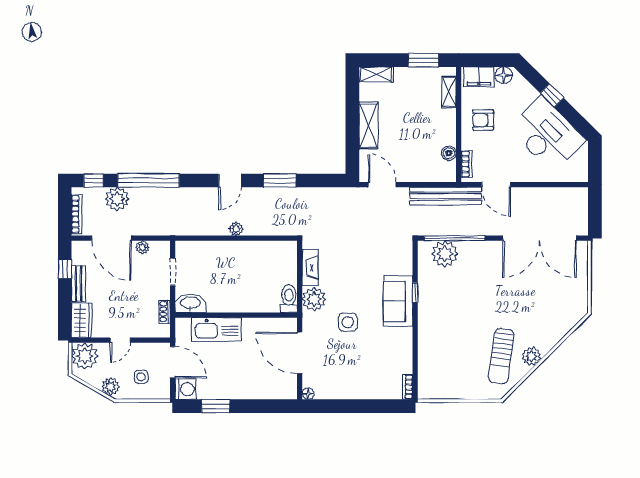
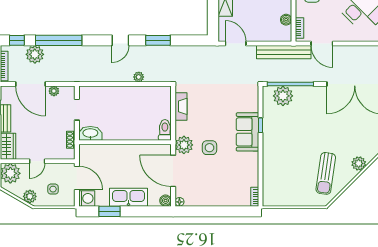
plant: (236, 229) -> (139, 77), moved
plant: (314, 299) -> (184, 145), moved
kitchen sink: (216, 330) -> (129, 197), moved, turned 180
plant: (532, 356) -> (359, 163), moved
boiler: (290, 392) -> (166, 201), added

